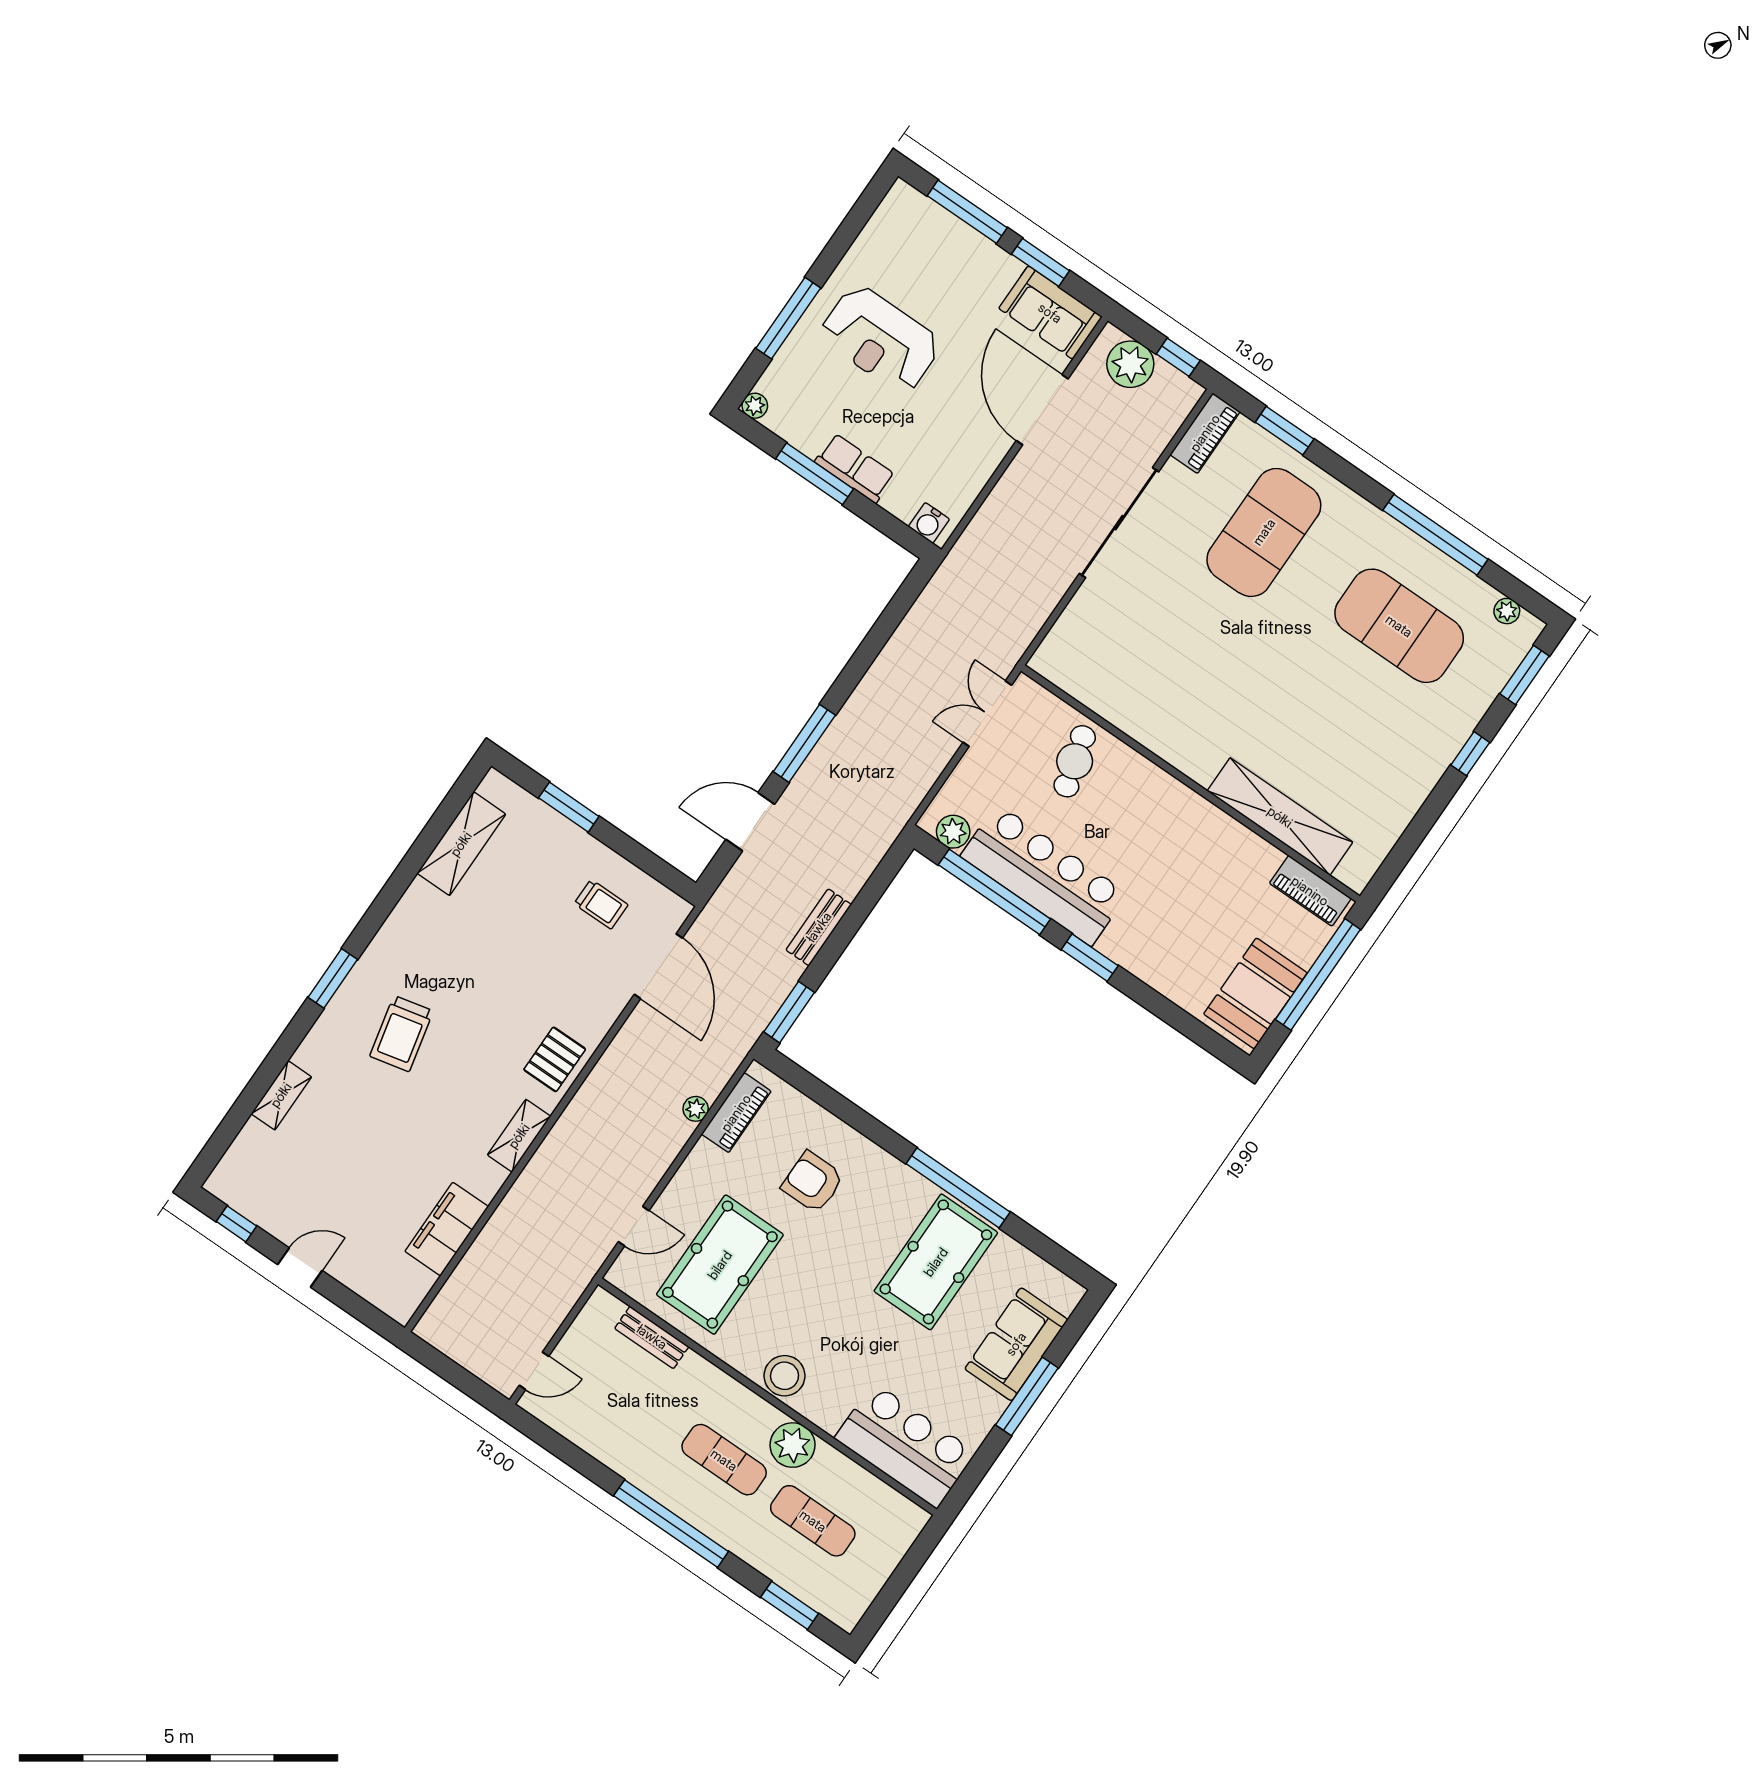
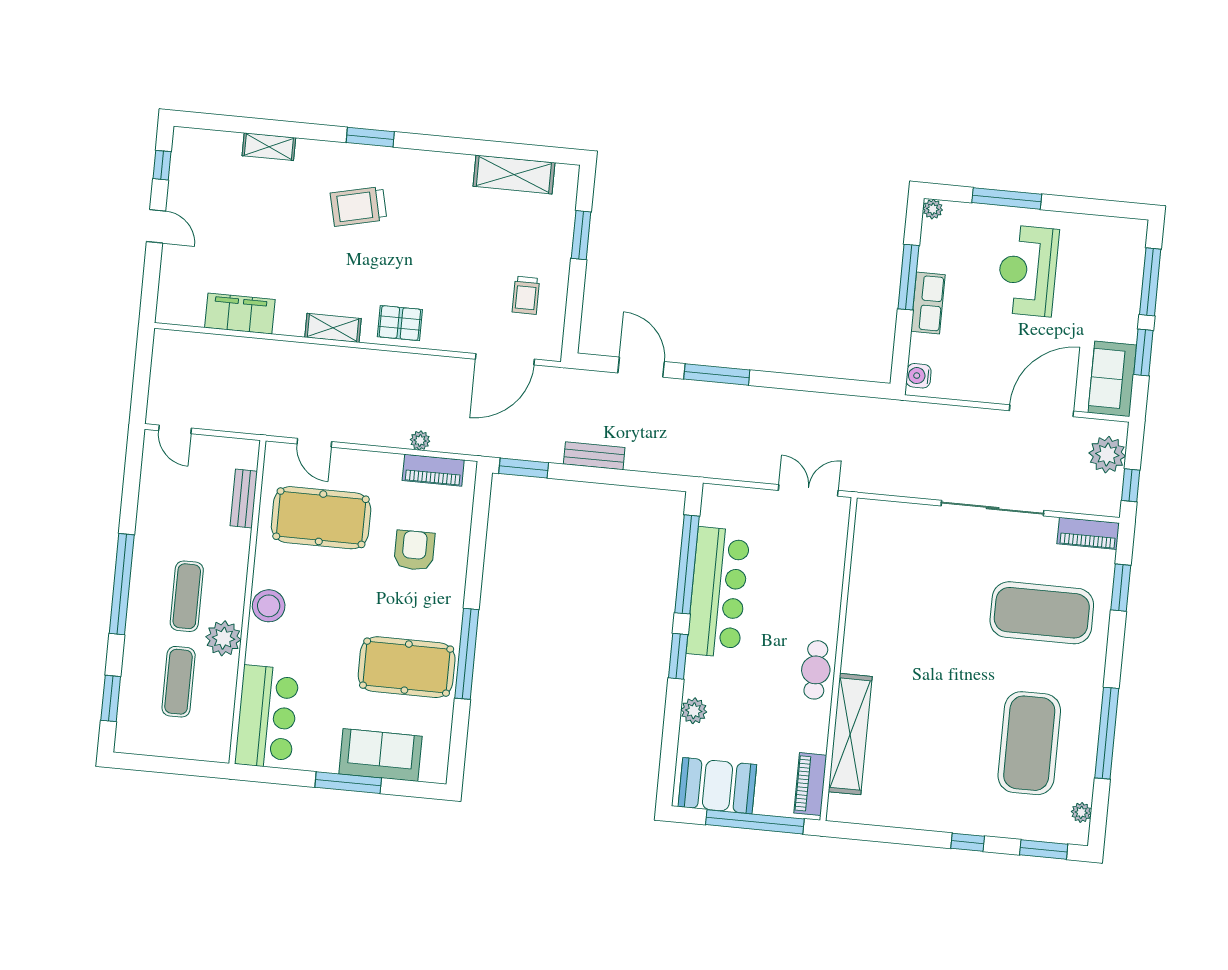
cafe table: (1075, 761) -> (816, 670), moved, turned -74
plant: (953, 832) -> (694, 711), moved

